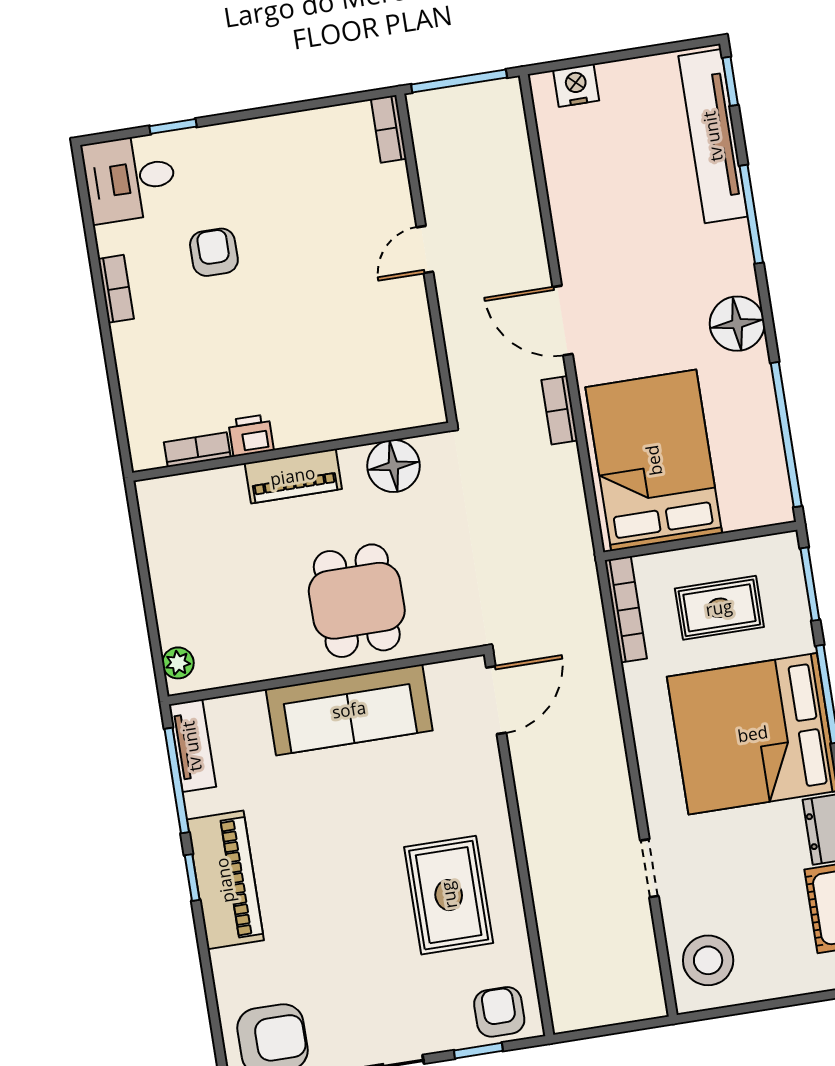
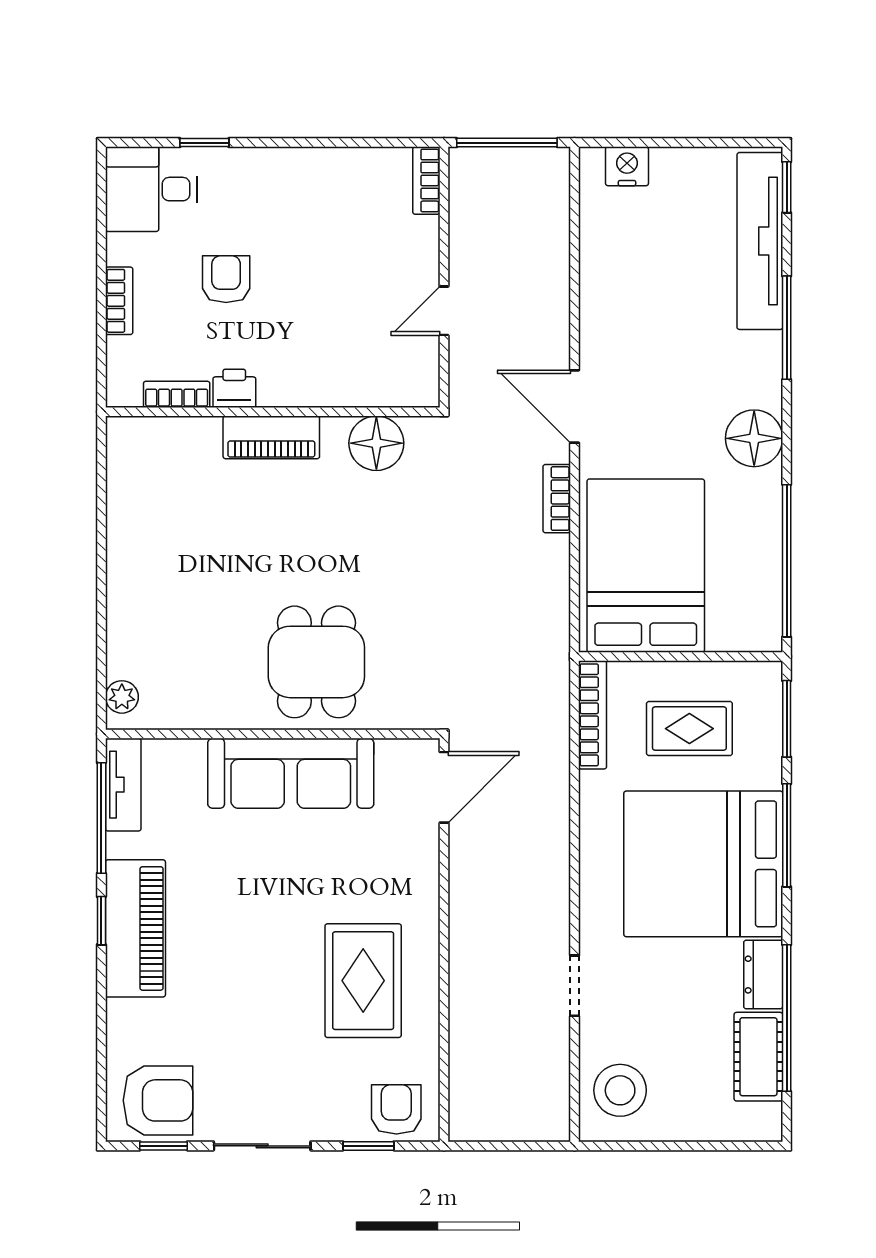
printer: (251, 435) -> (234, 388), moved
bookcase: (197, 450) -> (177, 394), moved
wall: (291, 452) -> (273, 412), moved
floor lamp: (393, 466) -> (376, 443), moved
piano: (293, 476) -> (271, 437), moved

